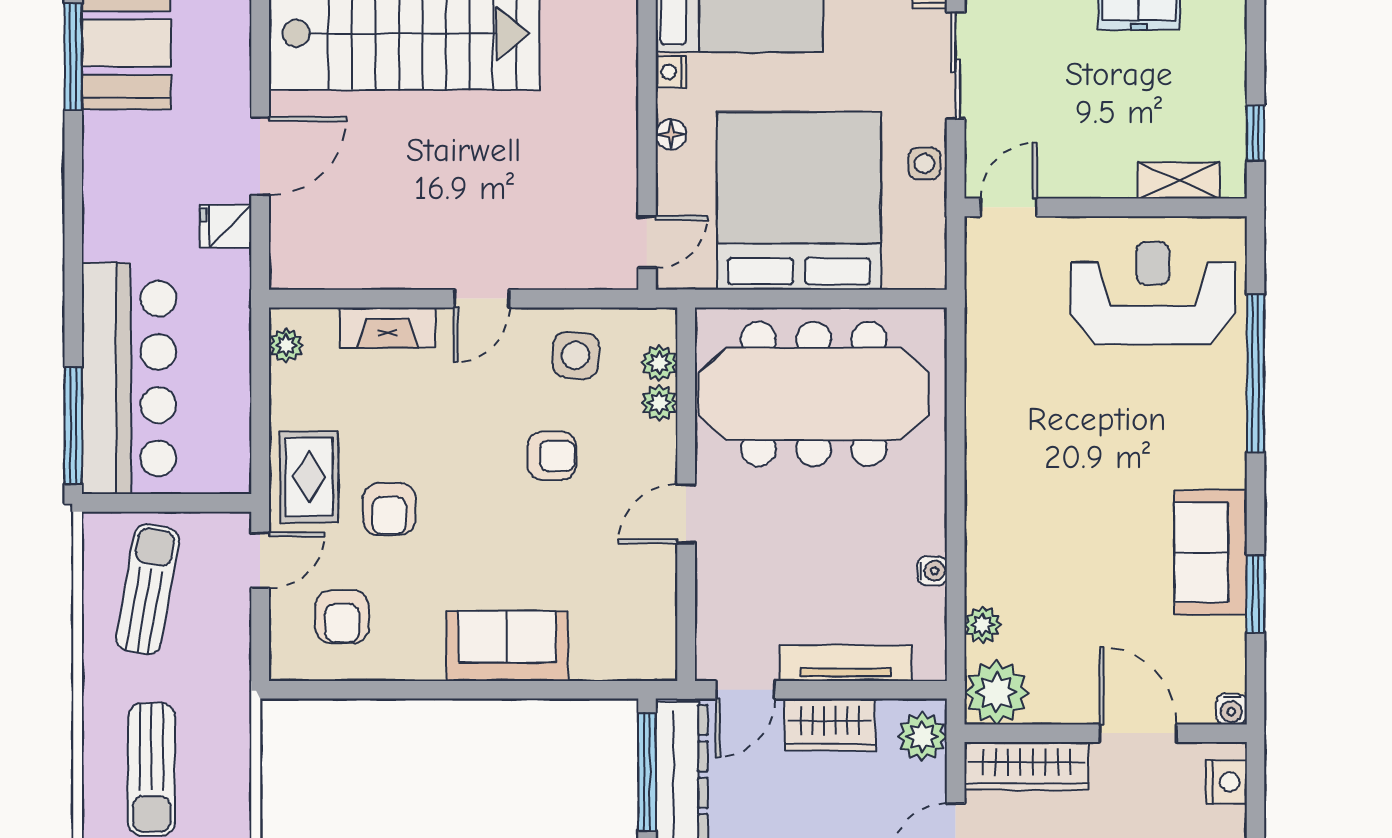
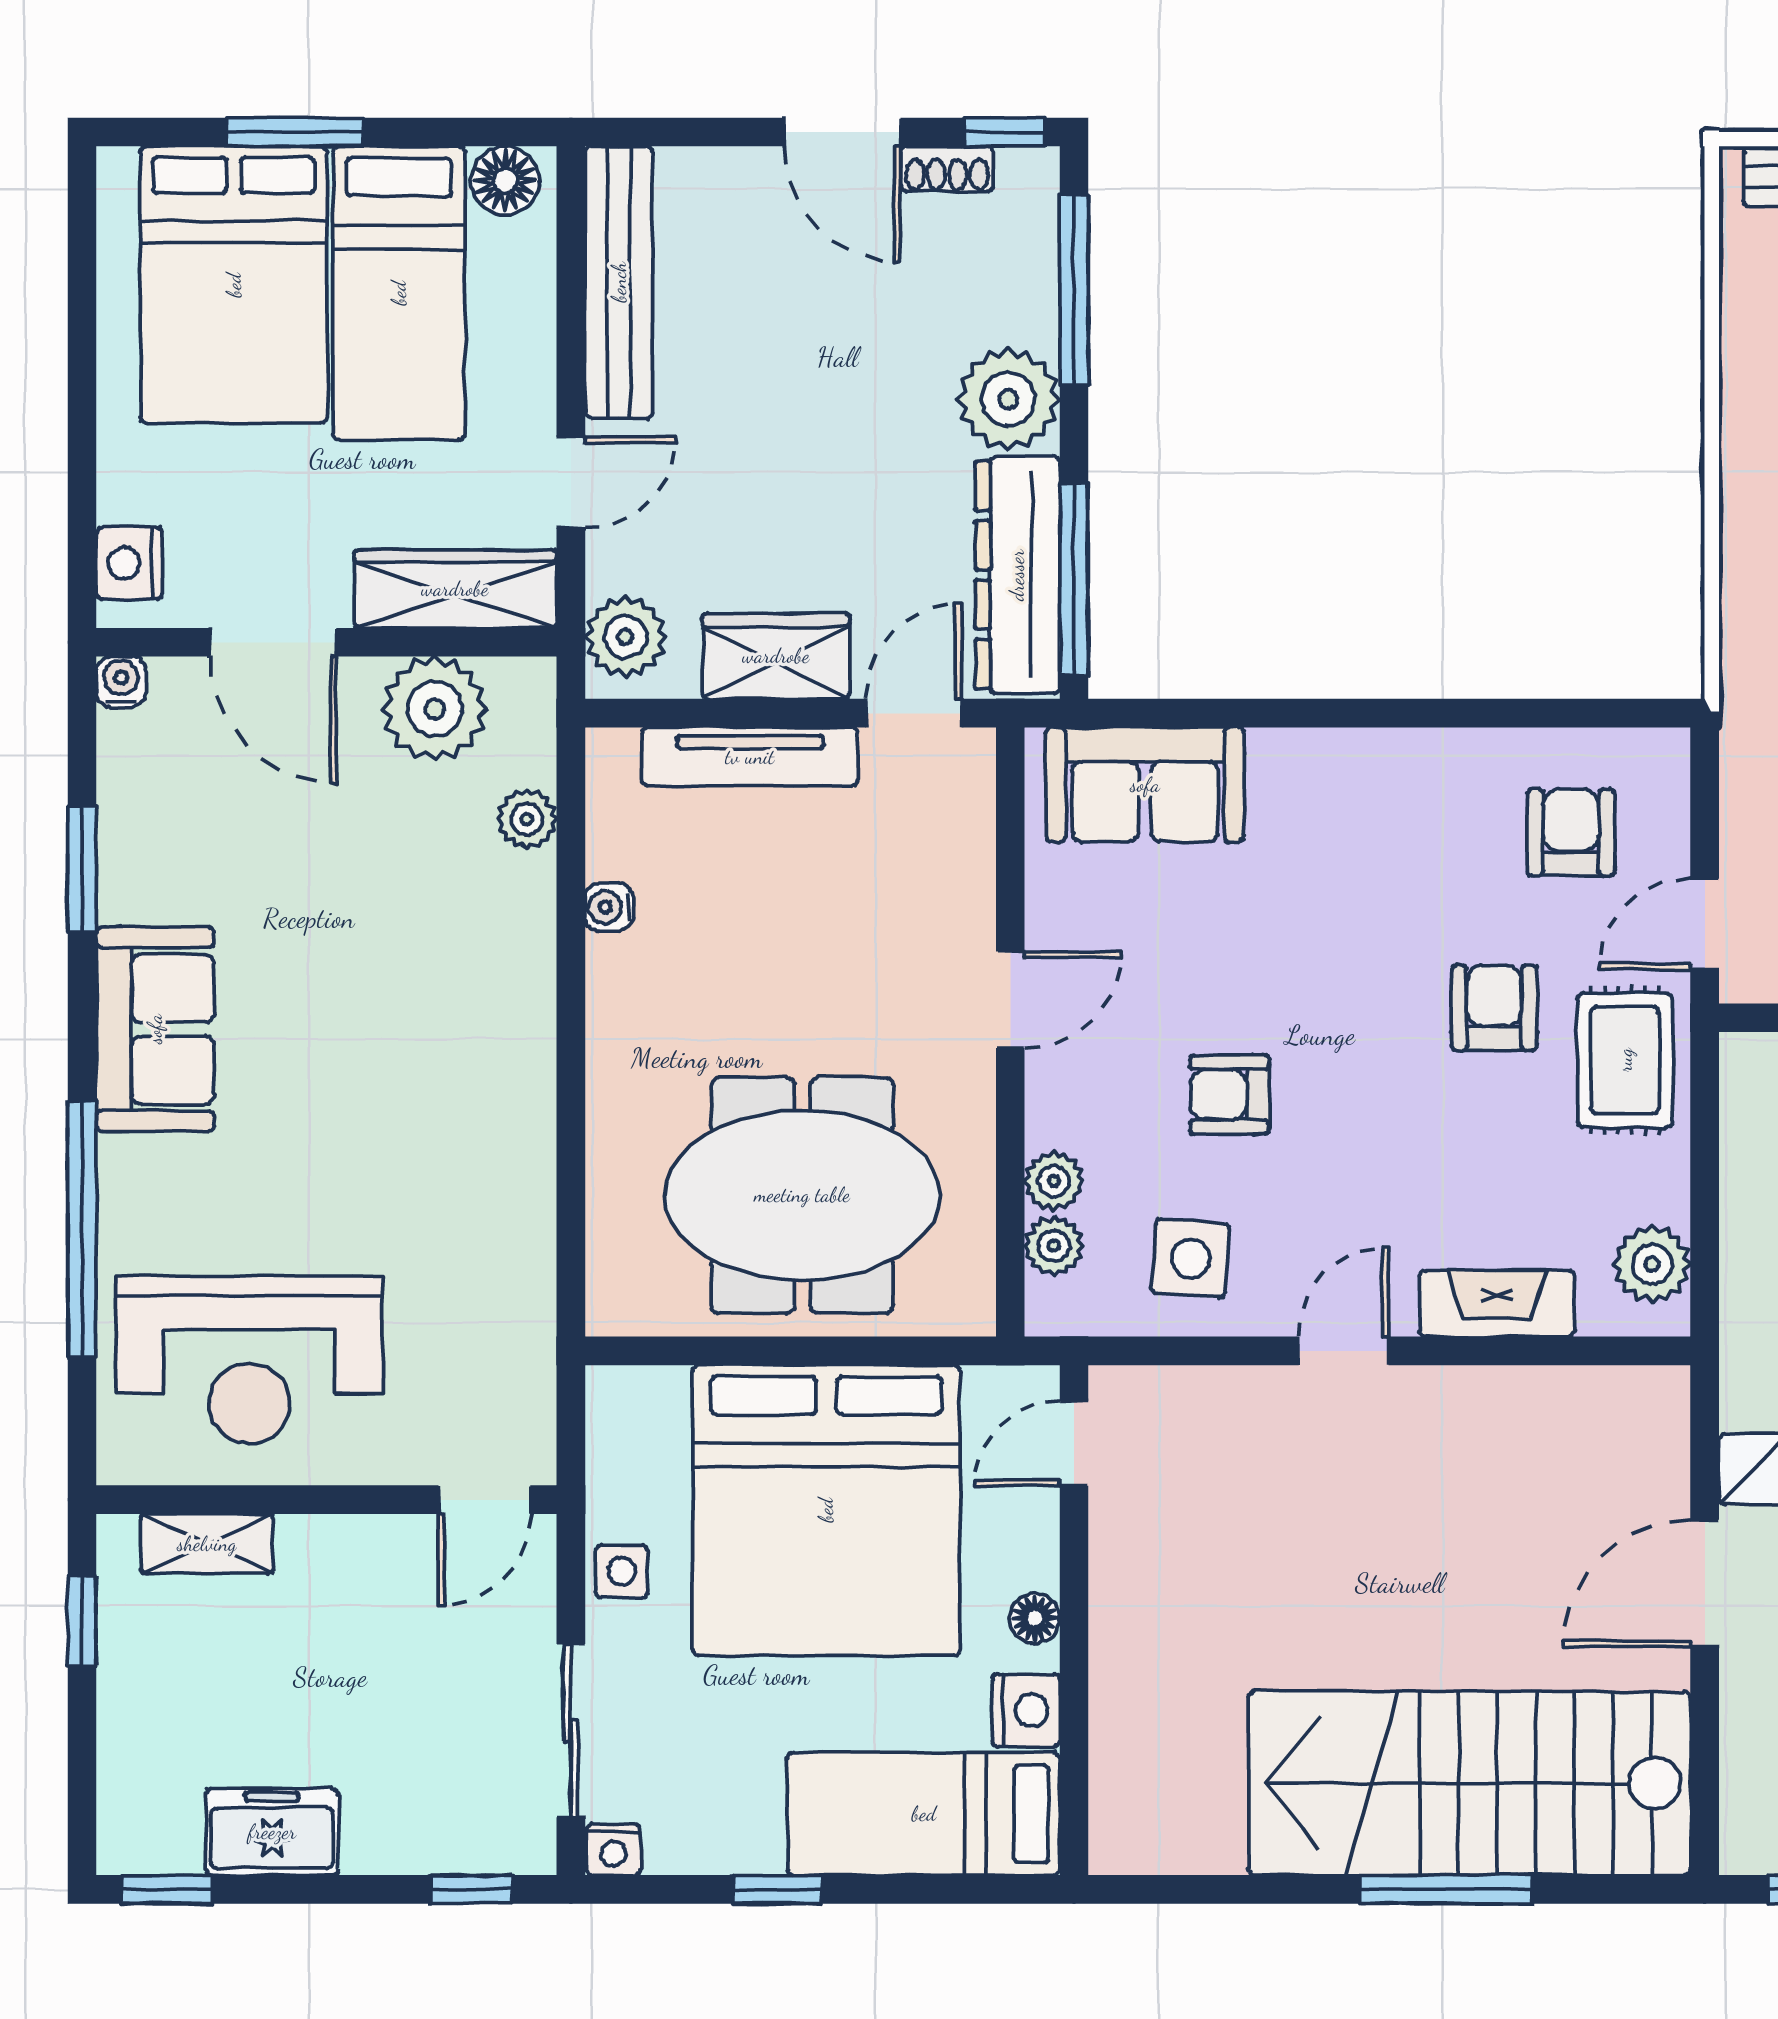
nightstand: (671, 72) -> (1026, 1710), width x1.39, depth x1.35
plant: (286, 345) -> (1652, 1264), width x1.38, depth x1.38
meeting table: (814, 394) -> (802, 1195), width x0.73
sofa: (1211, 552) -> (155, 1029), moved
sofa: (507, 646) -> (1145, 785), moved
plant: (996, 692) -> (435, 709), moved

